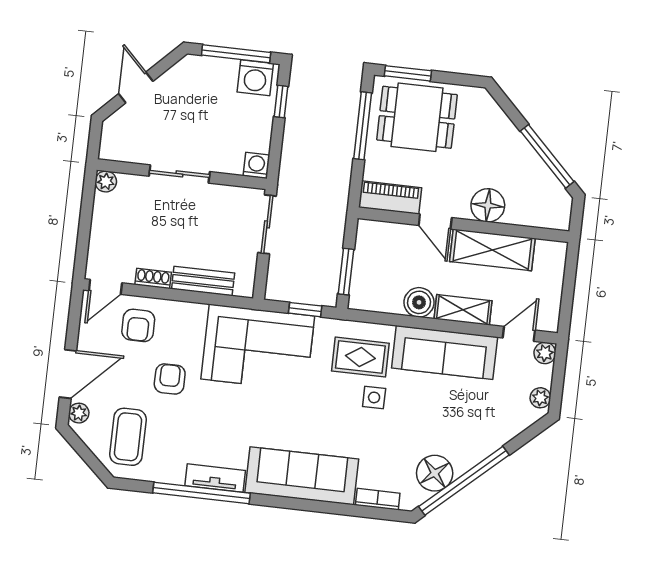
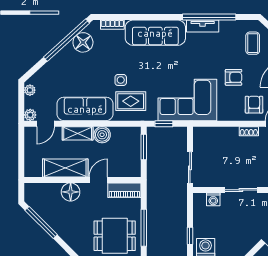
washing machine: (256, 165) -> (213, 199), moved
door: (435, 222) -> (98, 180), hinge flipped
bench: (203, 281) -> (221, 133), removed
armchair: (170, 379) -> (234, 77), turned -90
coffee table: (128, 437) -> (253, 43), width x0.73, depth x0.77

